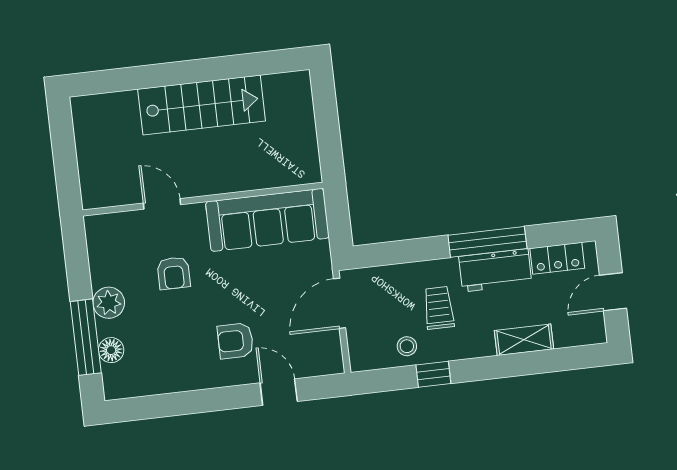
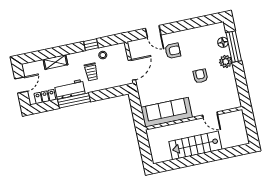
wall: (203, 199) -> (194, 118), moved
door: (162, 204) -> (210, 115), moved
sofa: (267, 220) -> (167, 112), moved

